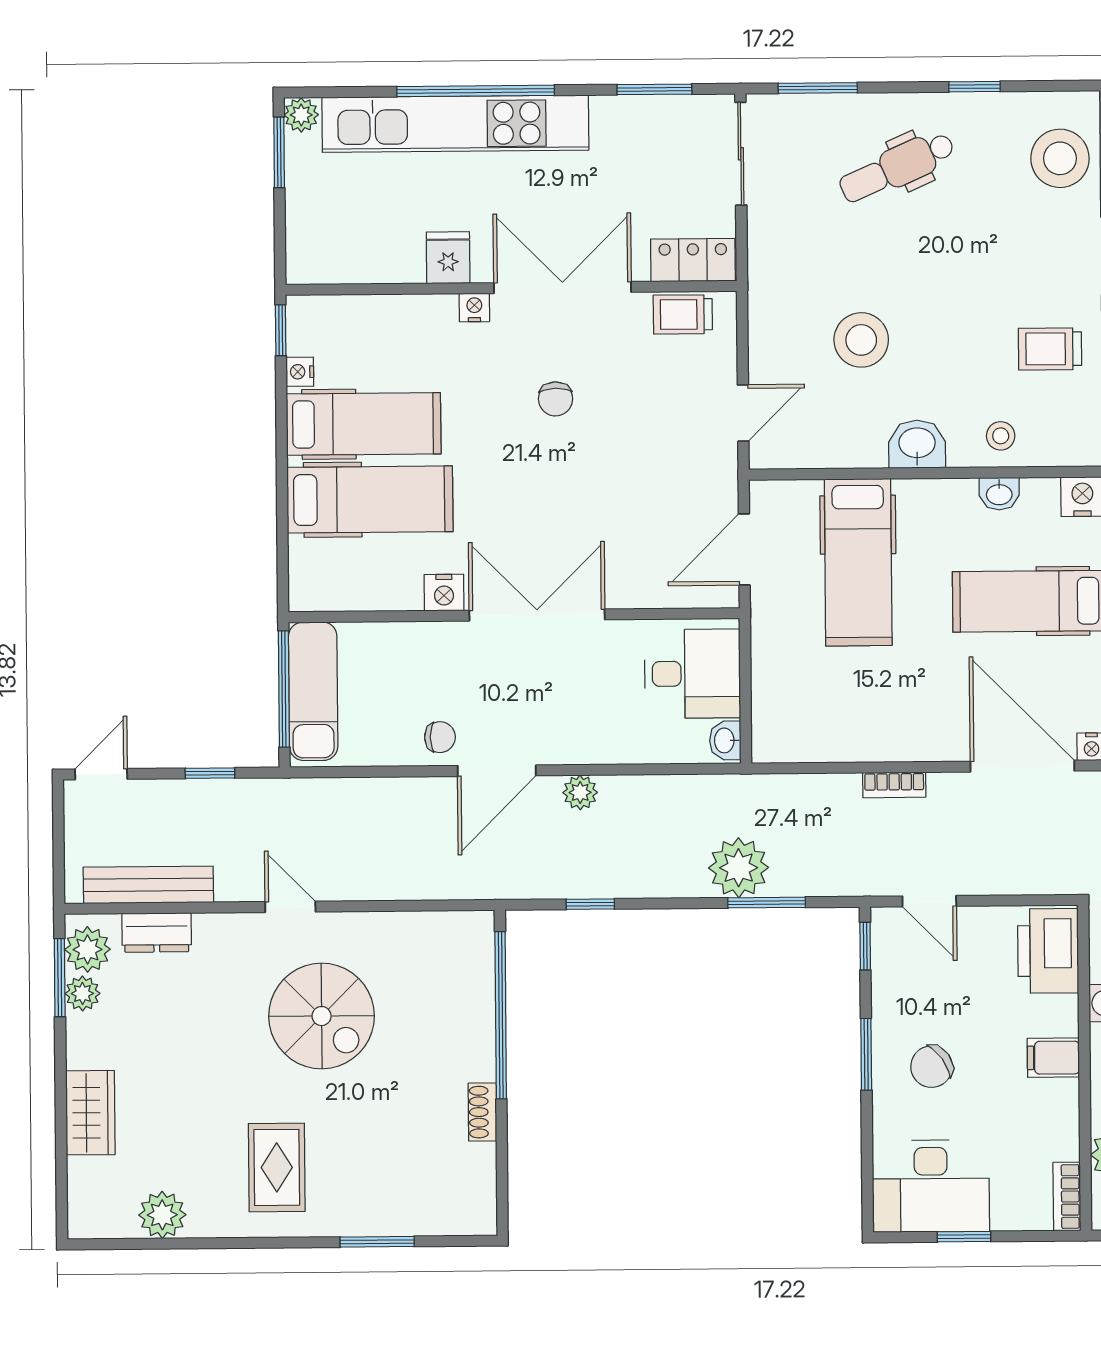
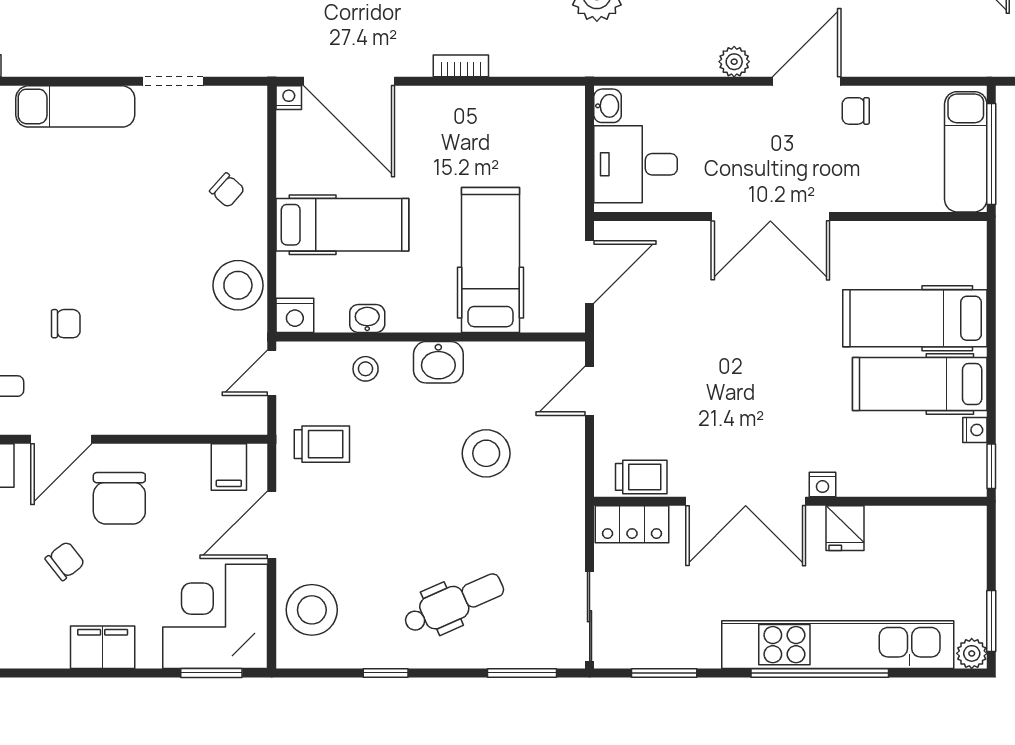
chair: (556, 399) -> (753, 404), removed
nightstand: (444, 593) -> (851, 237), removed

